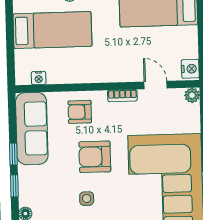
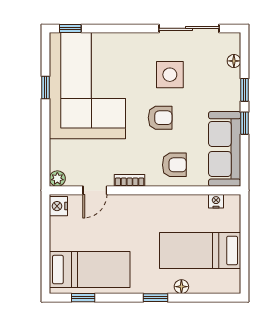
door: (156, 85) -> (95, 190), hinge flipped
armchair: (95, 157) -> (160, 118), width x0.72, depth x0.72
side table: (87, 199) -> (170, 75), width x1.87, depth x1.87

